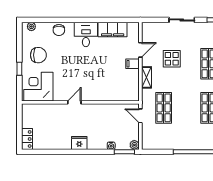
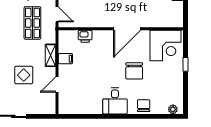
filing cabinet: (113, 30) -> (87, 106), removed
chair: (38, 55) -> (134, 71), moved, turned -90
filing cabinet: (133, 64) -> (65, 59), moved
printer: (114, 95) -> (85, 36), added
door: (74, 102) -> (127, 29), width x1.88

